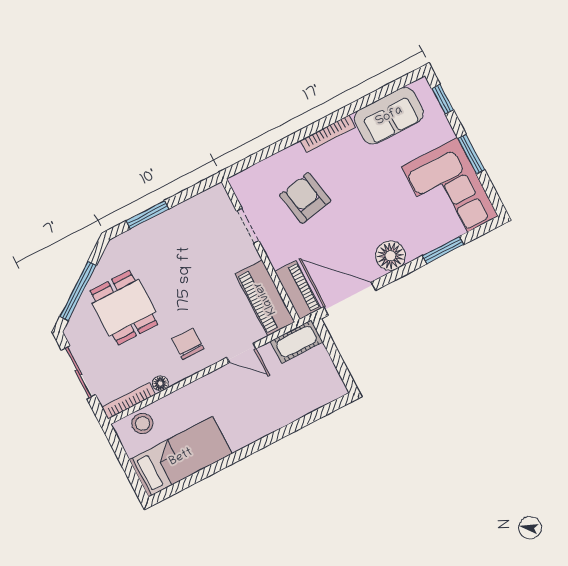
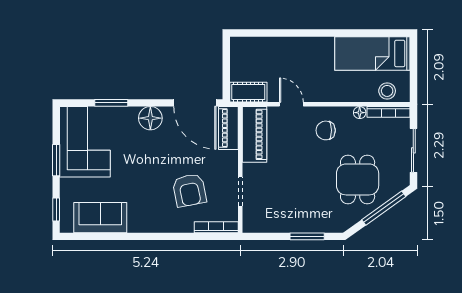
bookcase: (328, 134) -> (216, 227), moved
chair: (188, 344) -> (326, 130), turned 90

